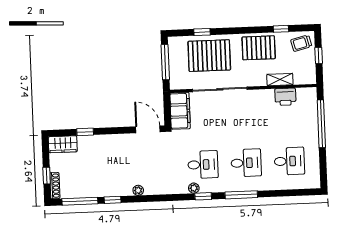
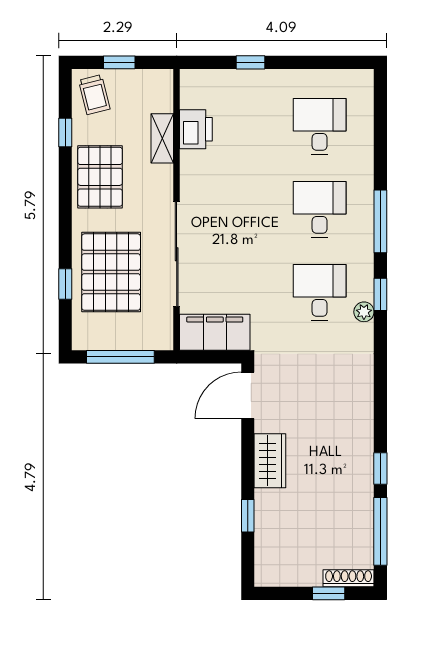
window: (321, 124) -> (250, 62), width x0.32
wardrobe: (63, 144) -> (270, 461), moved
plant: (138, 190) -> (364, 419), removed

